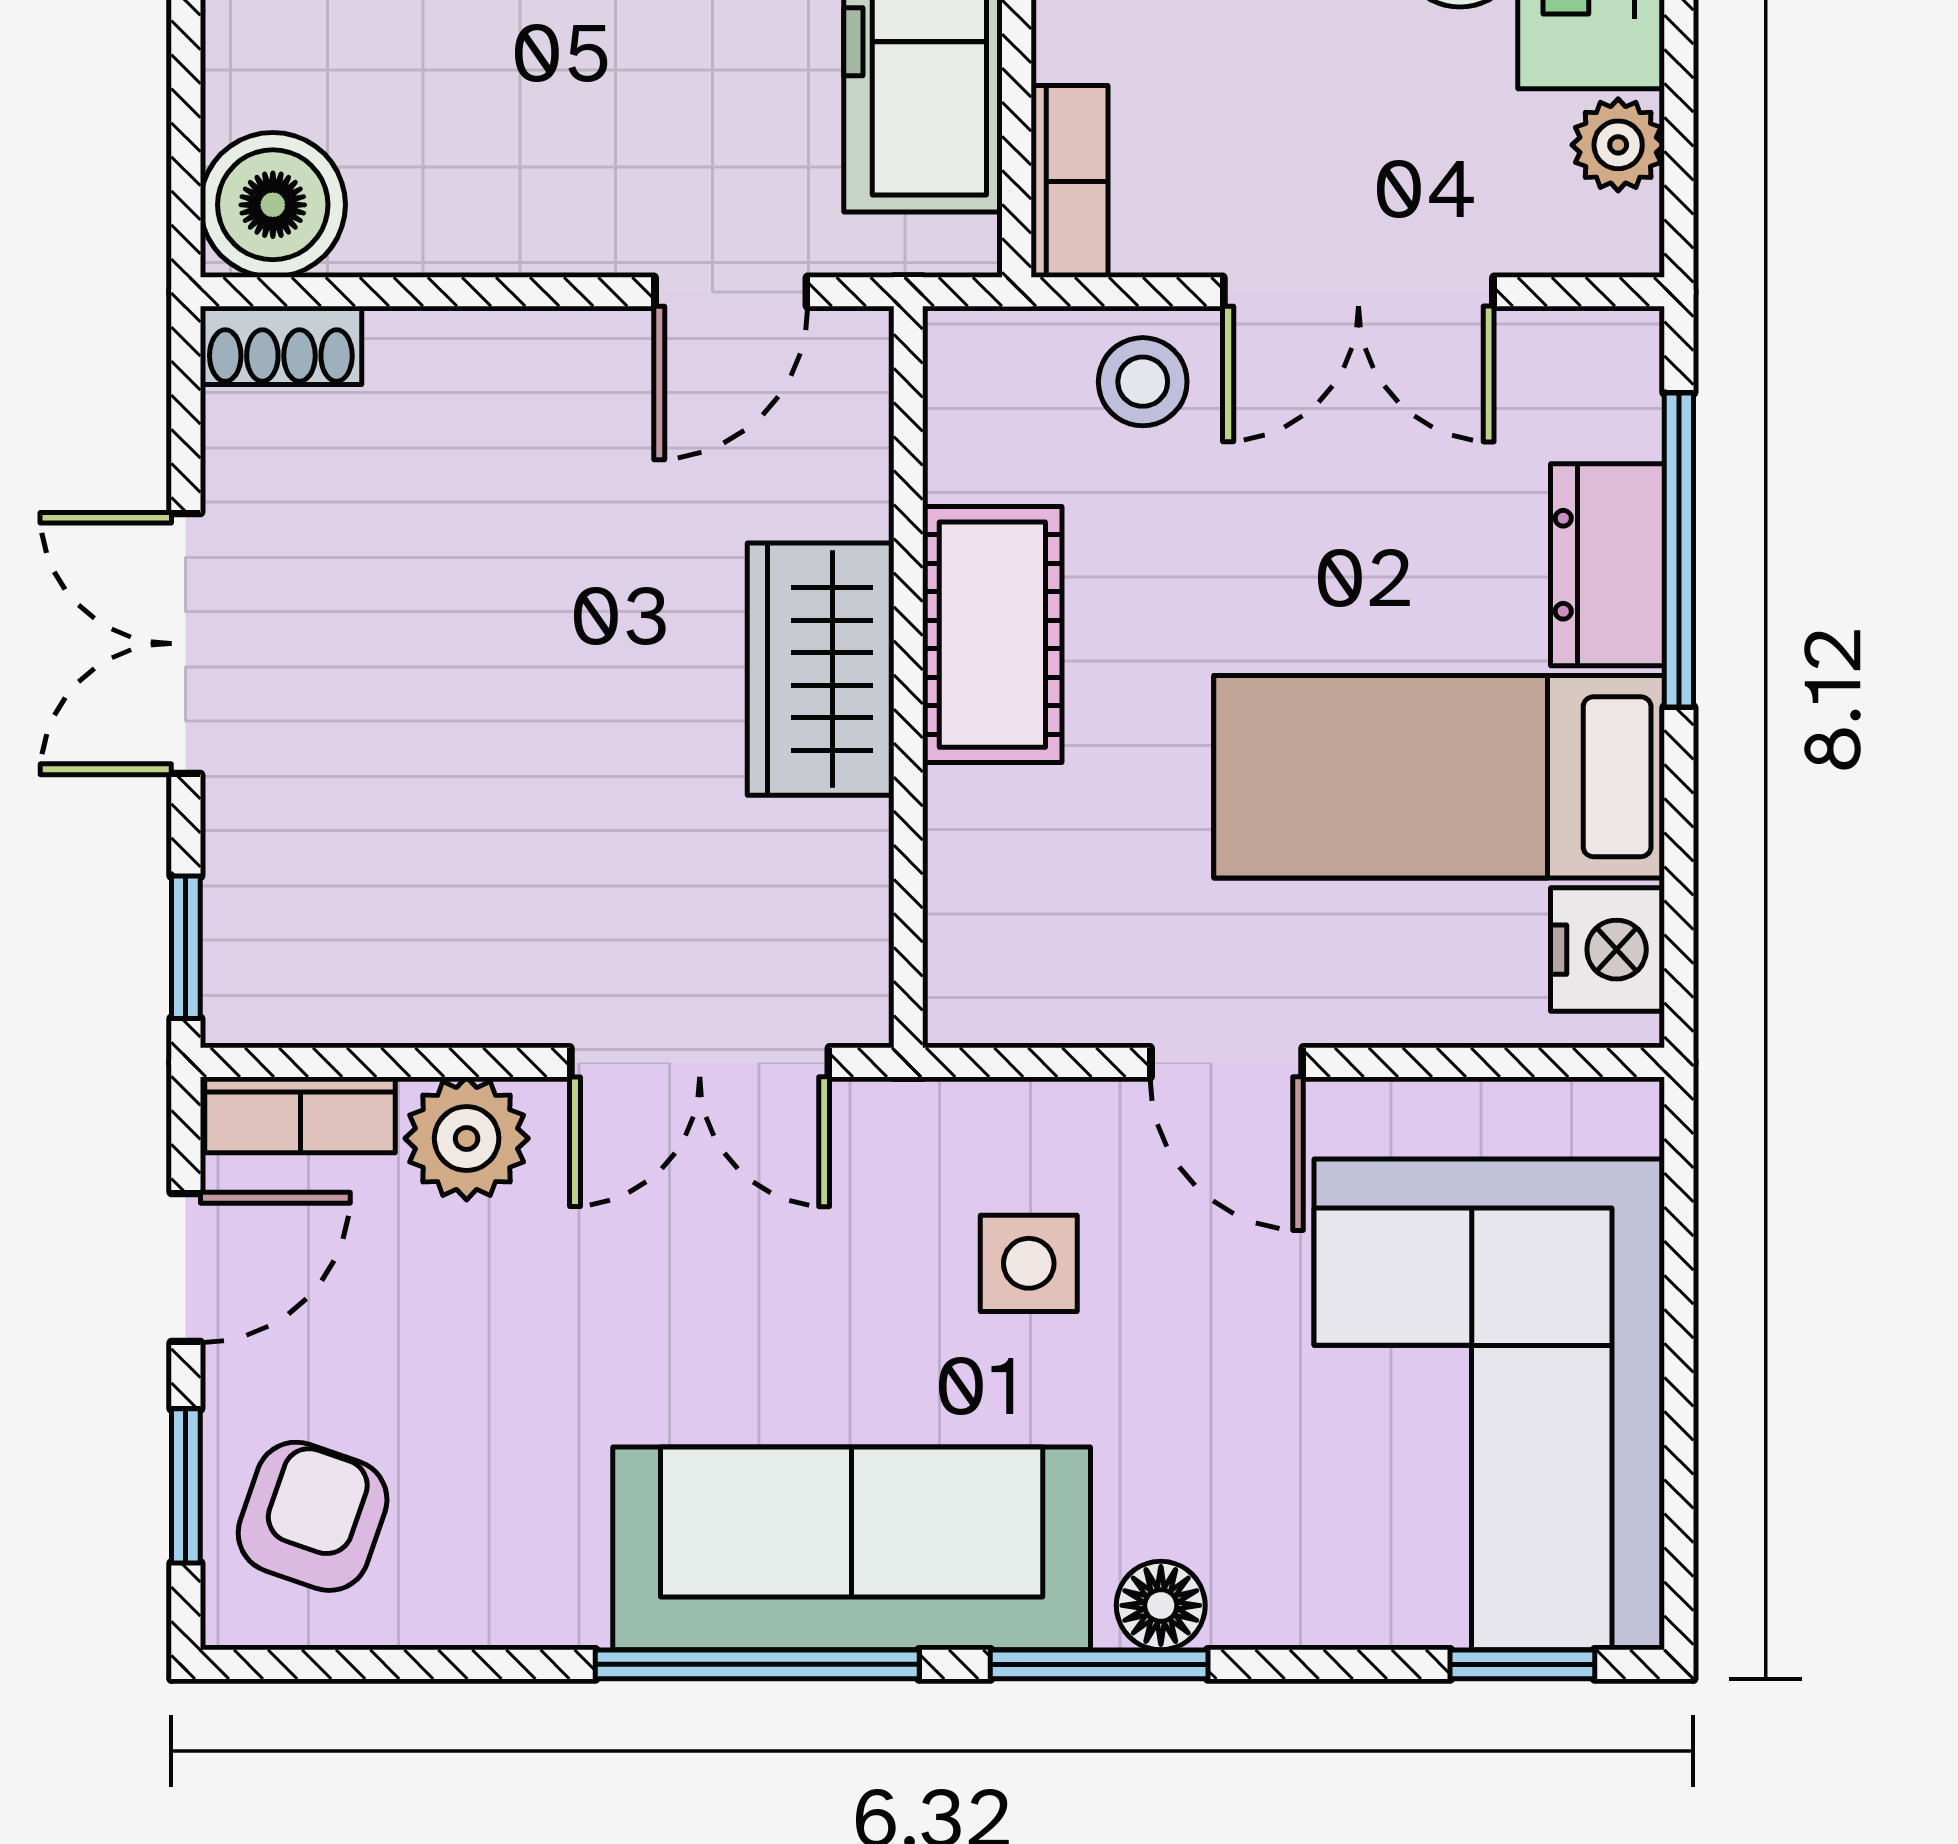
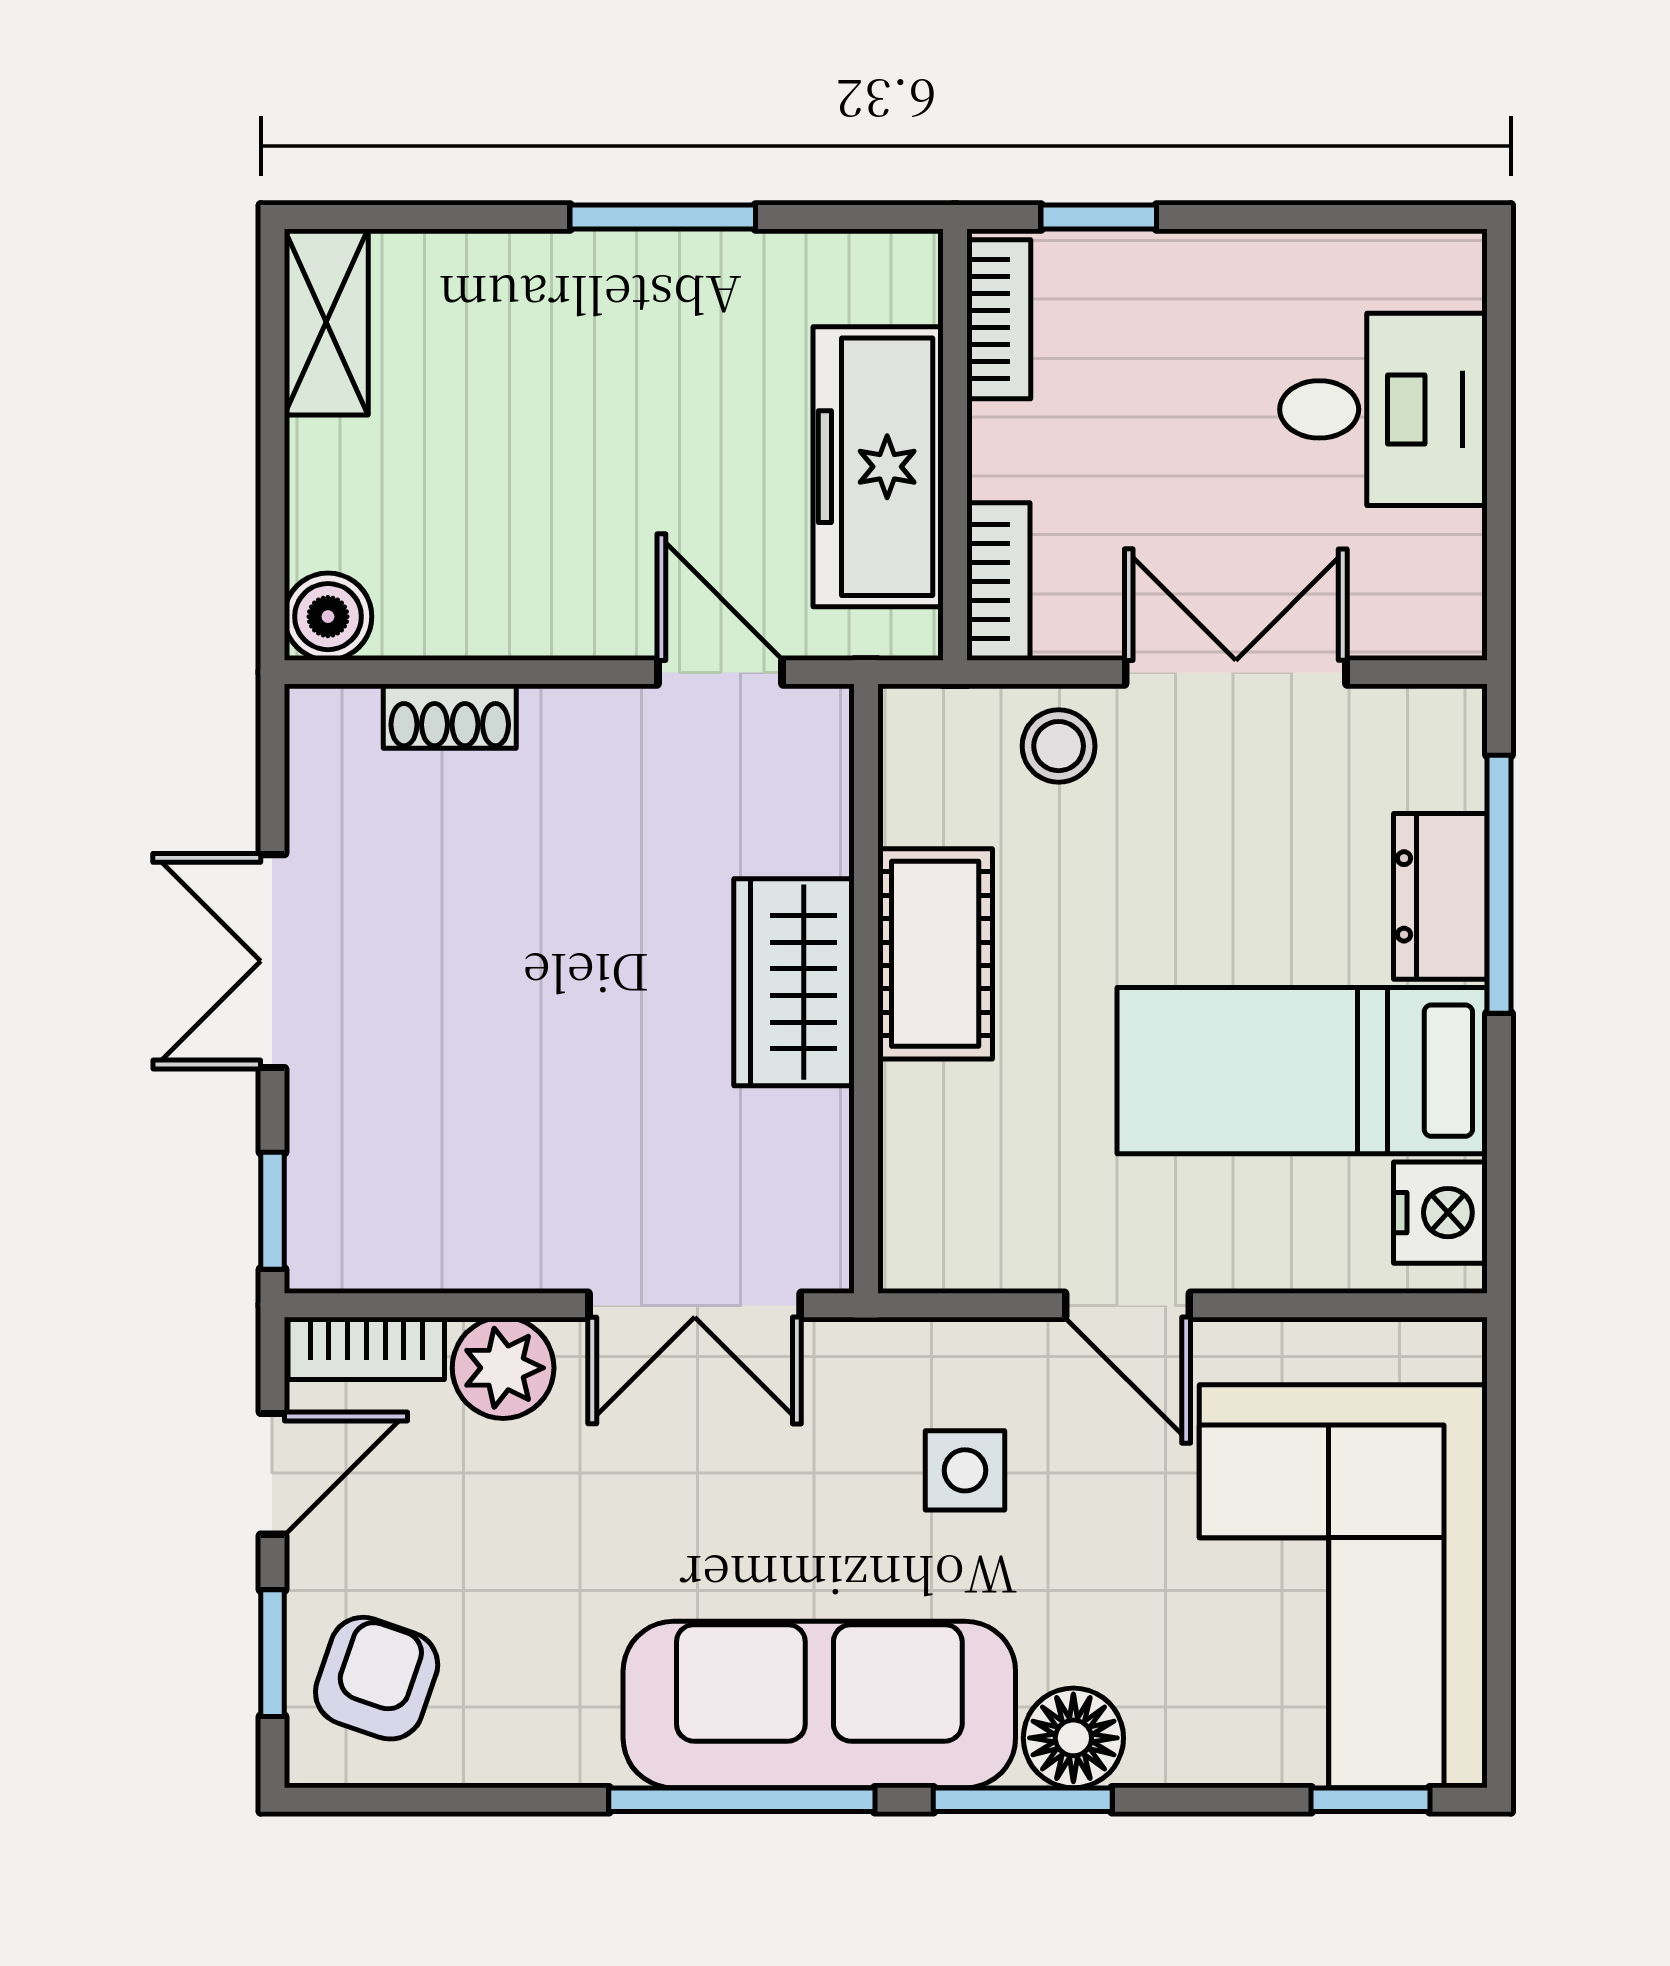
plant: (1618, 145) -> (1449, 551), removed
boiler: (273, 205) -> (328, 617), width x0.73, depth x0.73
door: (731, 292) -> (720, 672), swing flipped
double door: (1358, 292) -> (1236, 672), swing flipped
shoe rack: (281, 345) -> (450, 716), moved
floor lamp: (1161, 1605) -> (1073, 1738), width x1.37, depth x1.37

